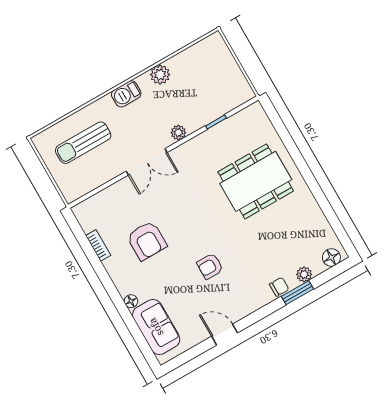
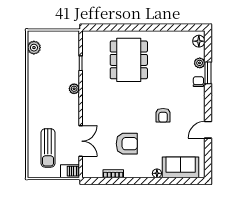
plant: (160, 75) -> (34, 48), moved
barbecue: (126, 94) -> (70, 171), moved, turned -90
double door: (147, 162) -> (81, 141), moved

